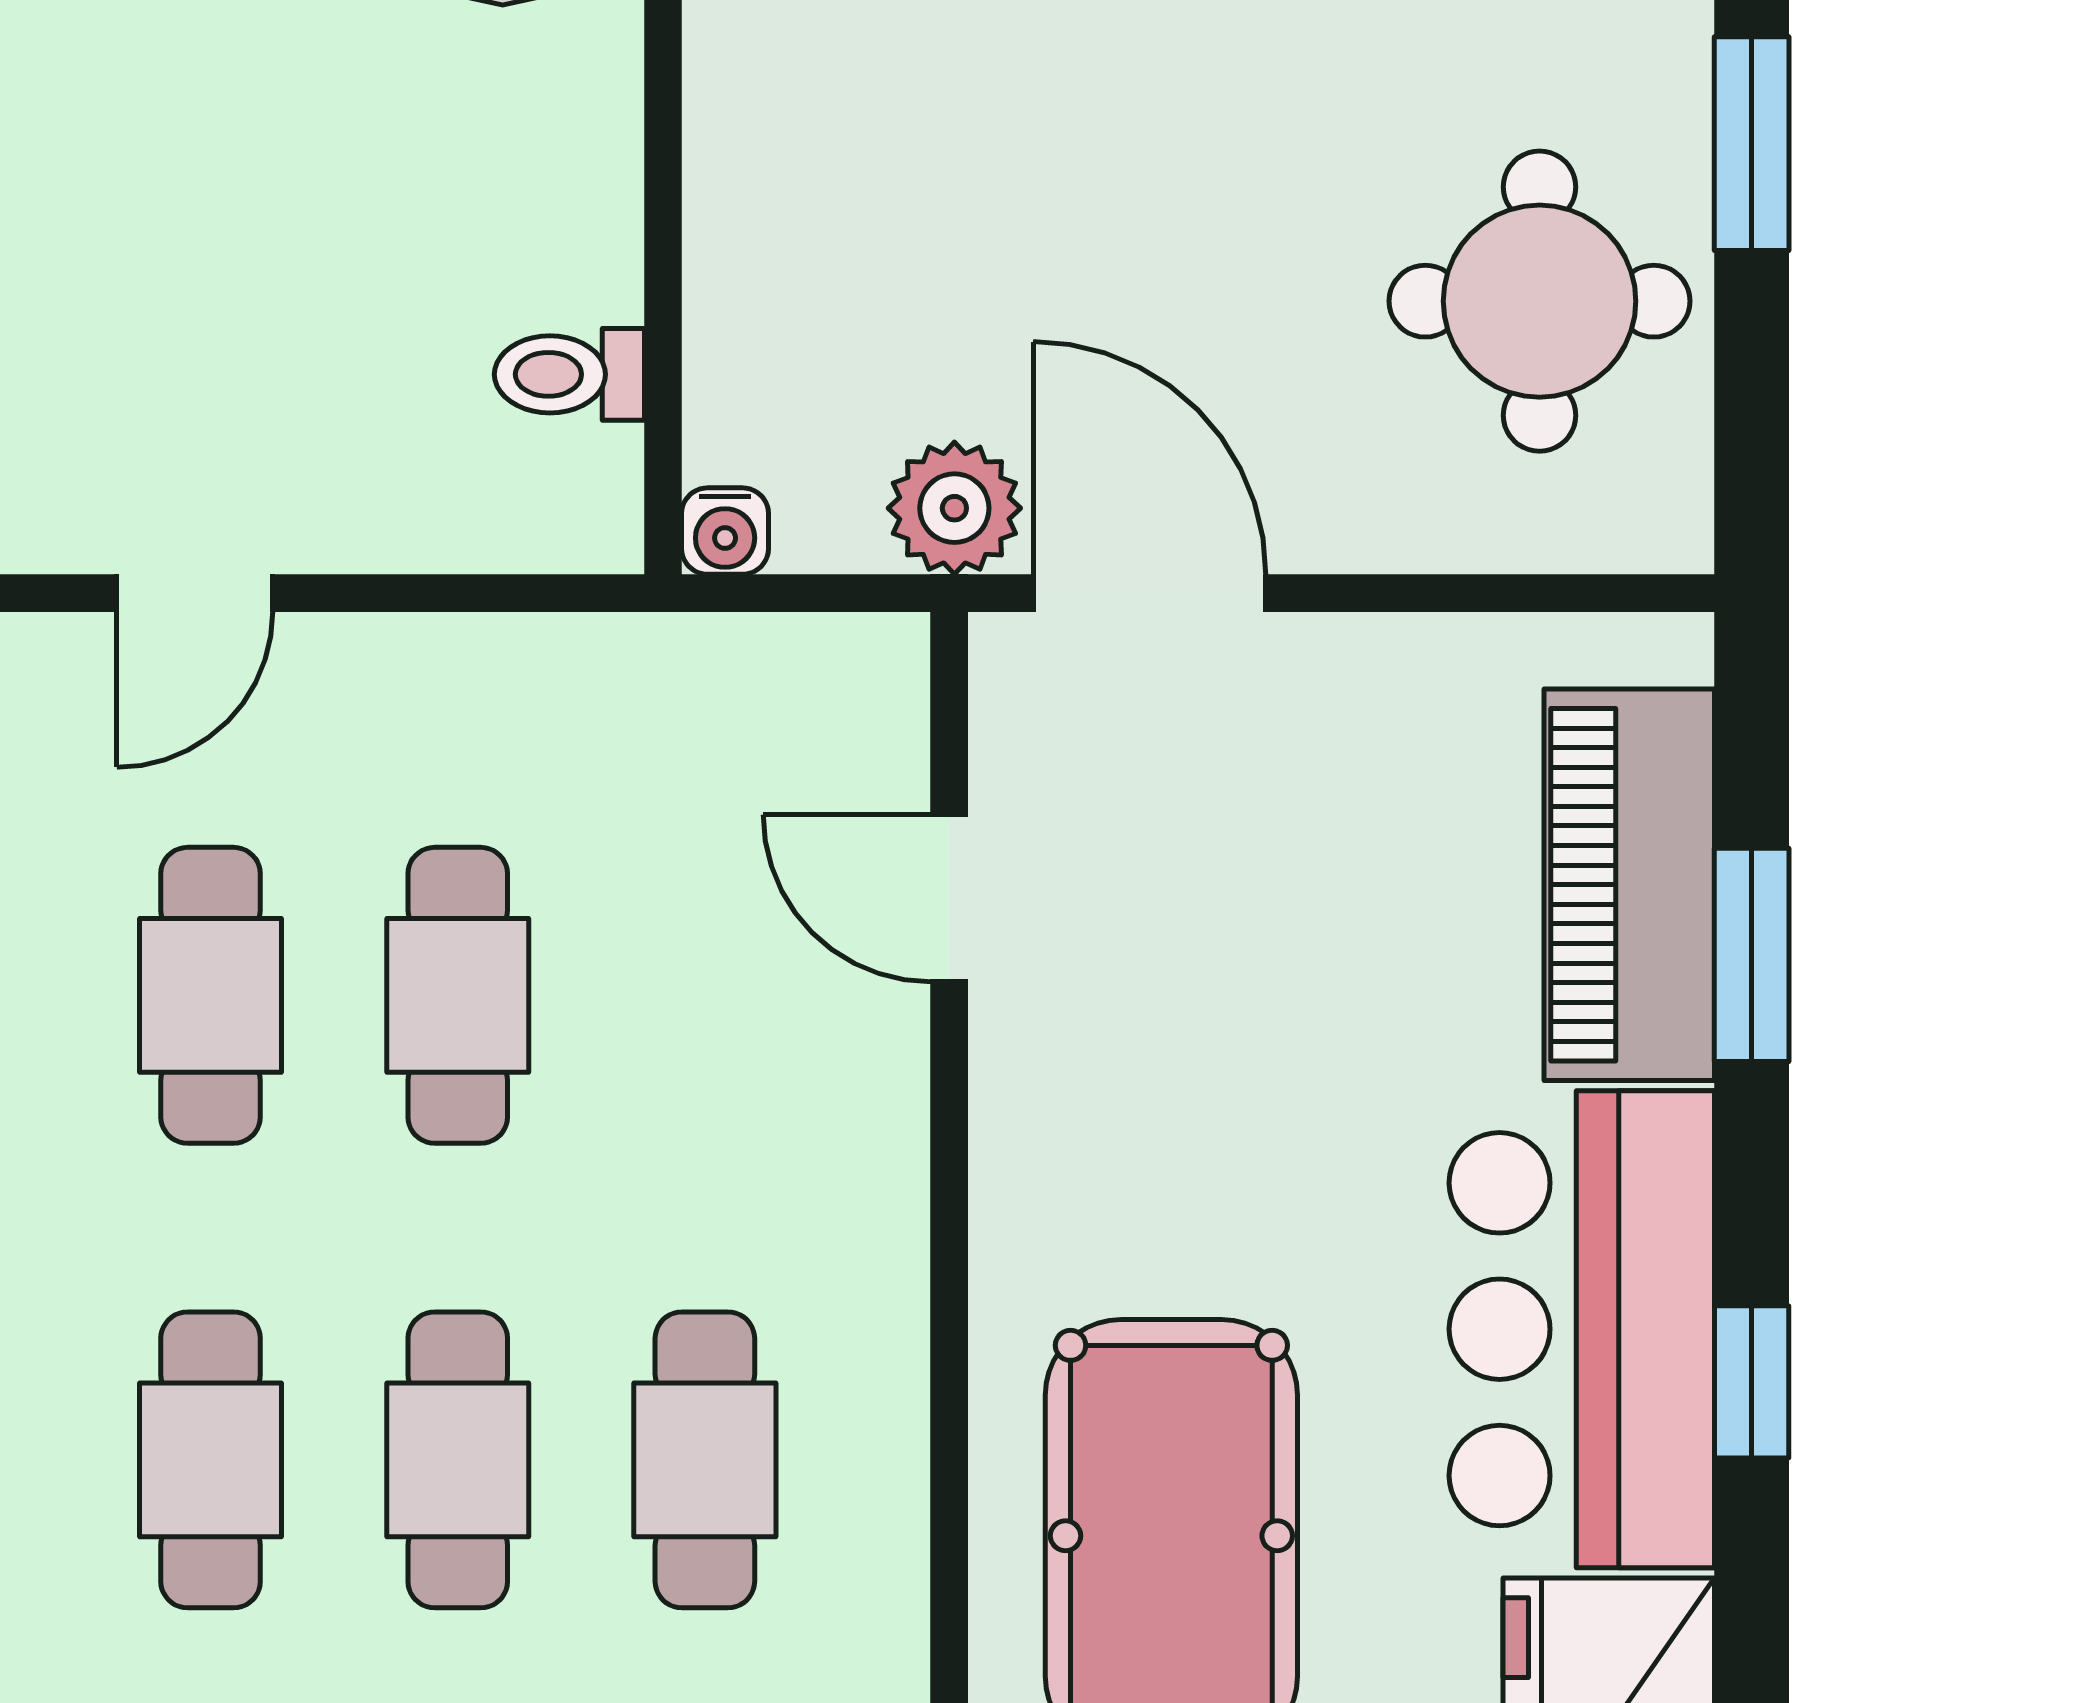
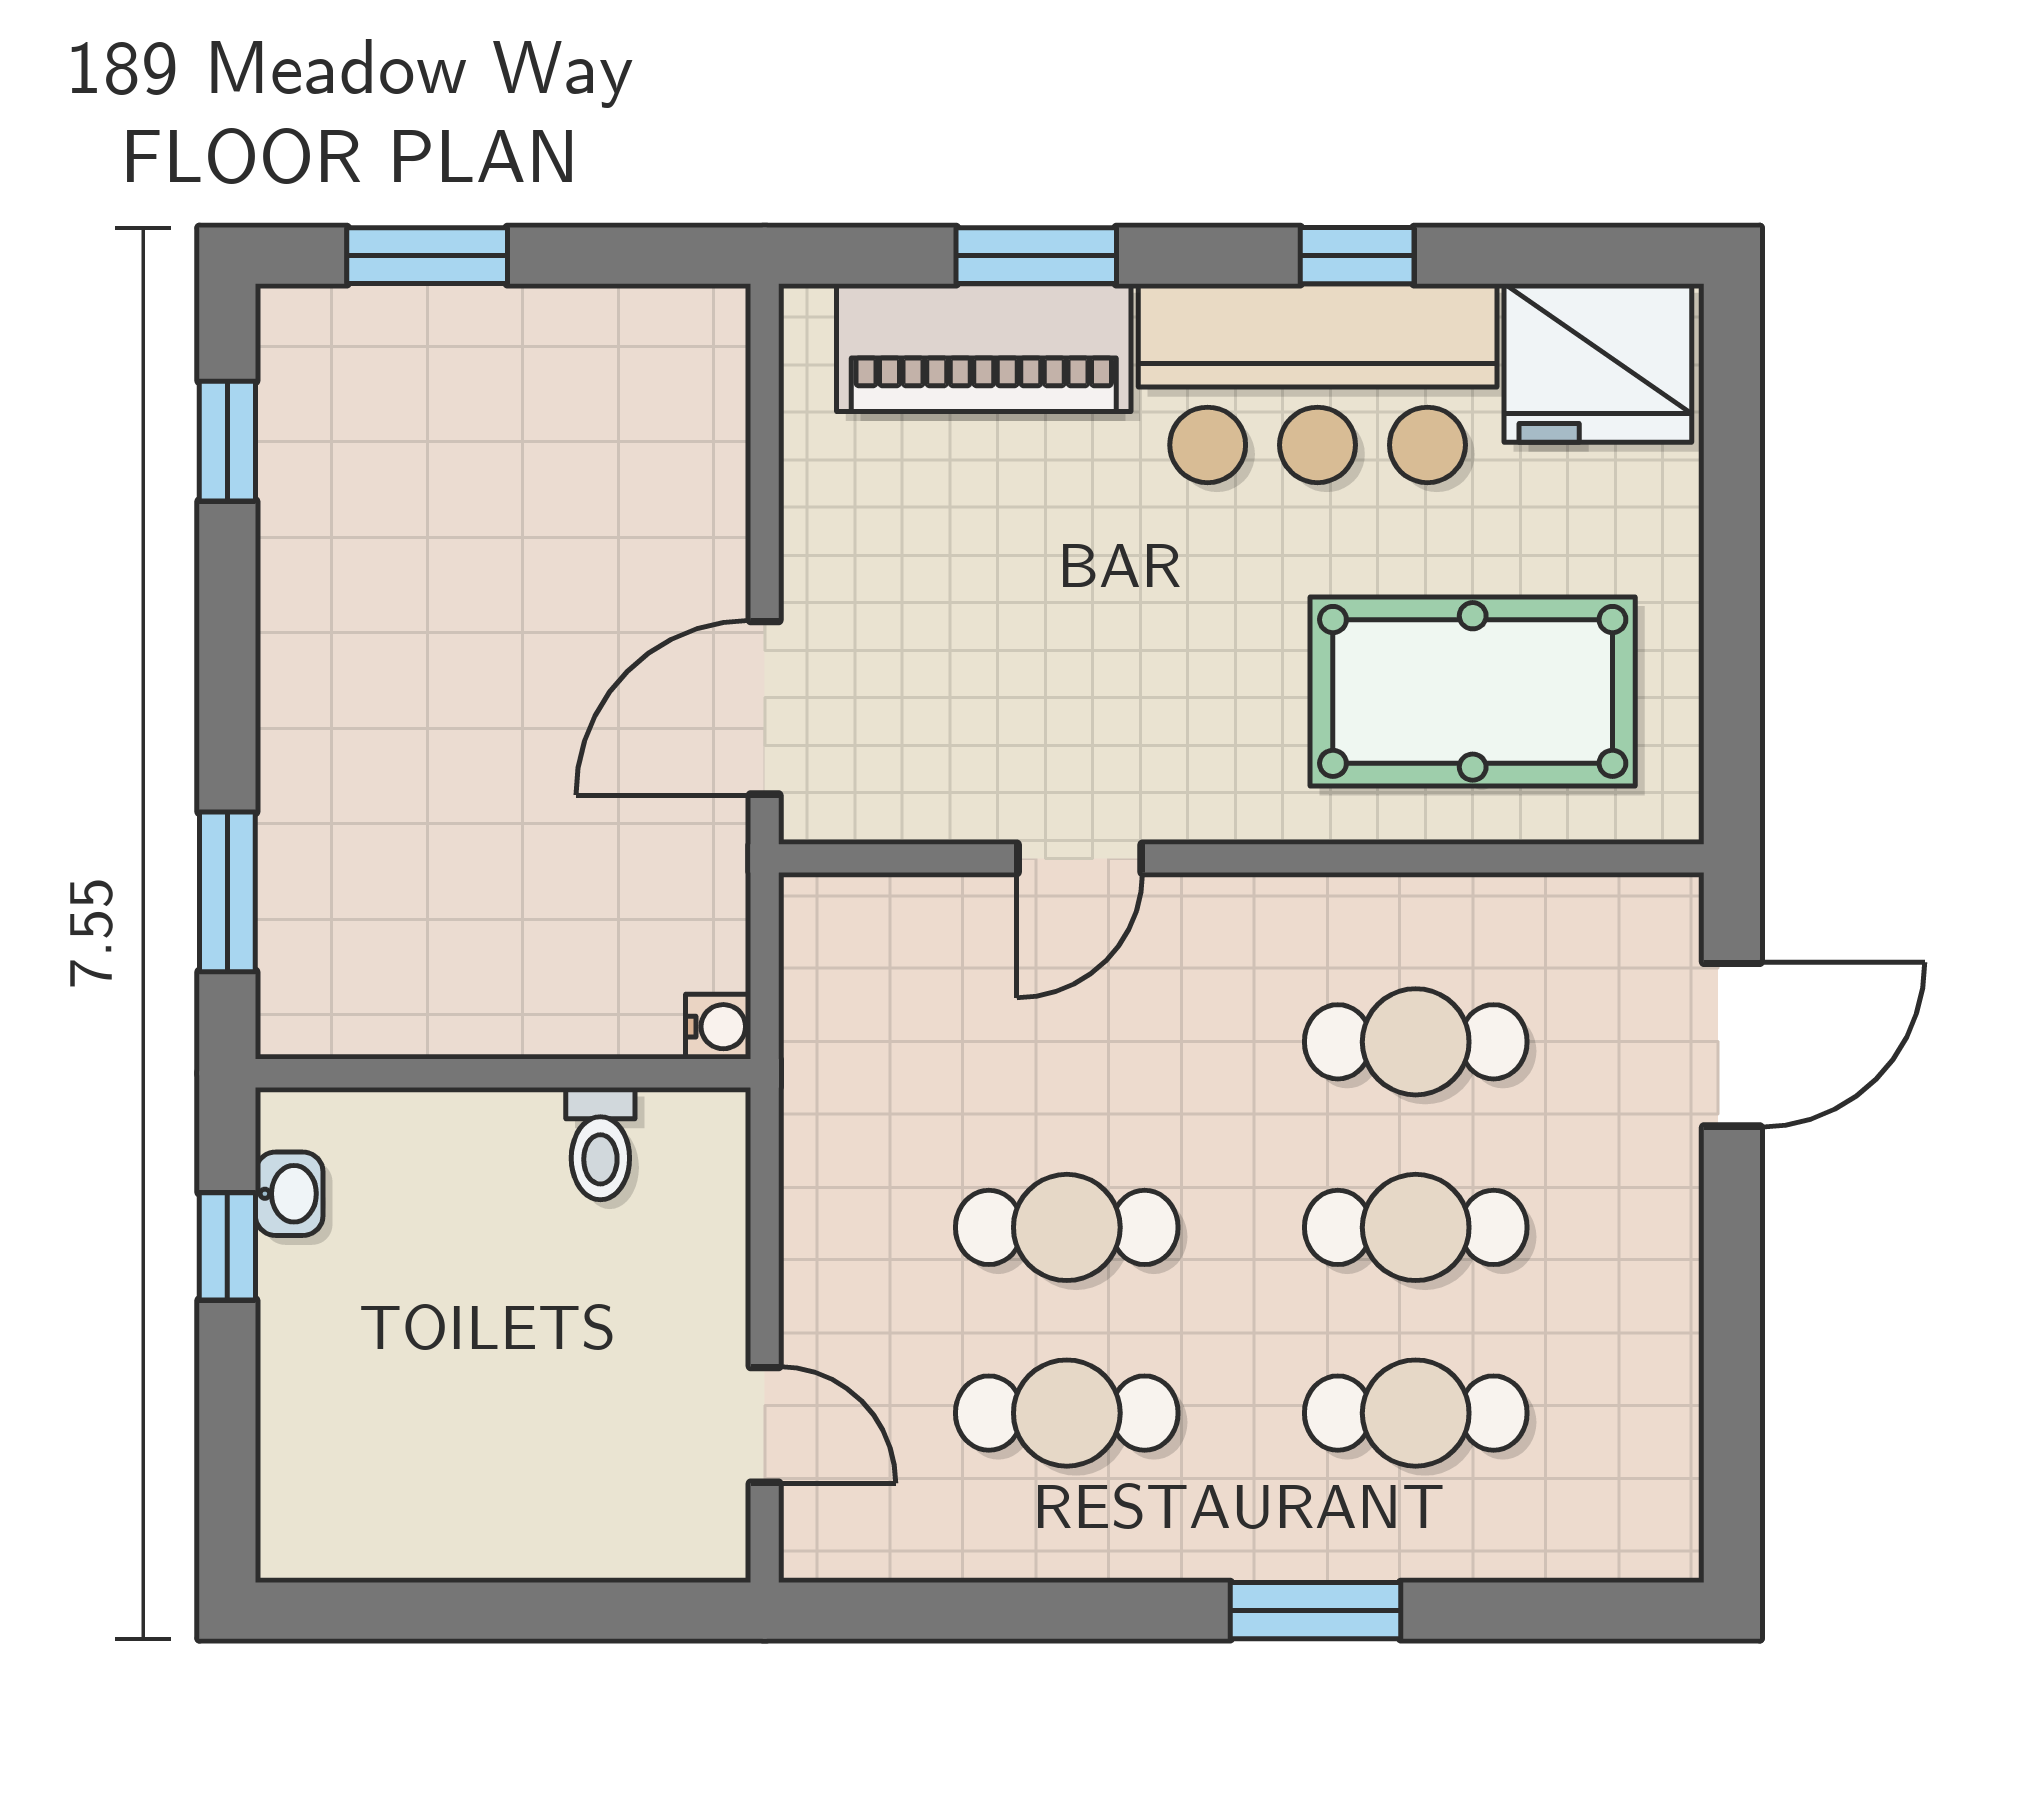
round table: (1540, 301) -> (545, 415), removed
plant: (954, 508) -> (701, 854), removed
door: (949, 898) -> (1080, 858), moved

